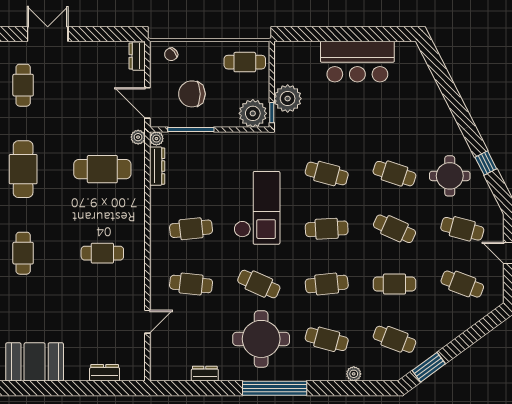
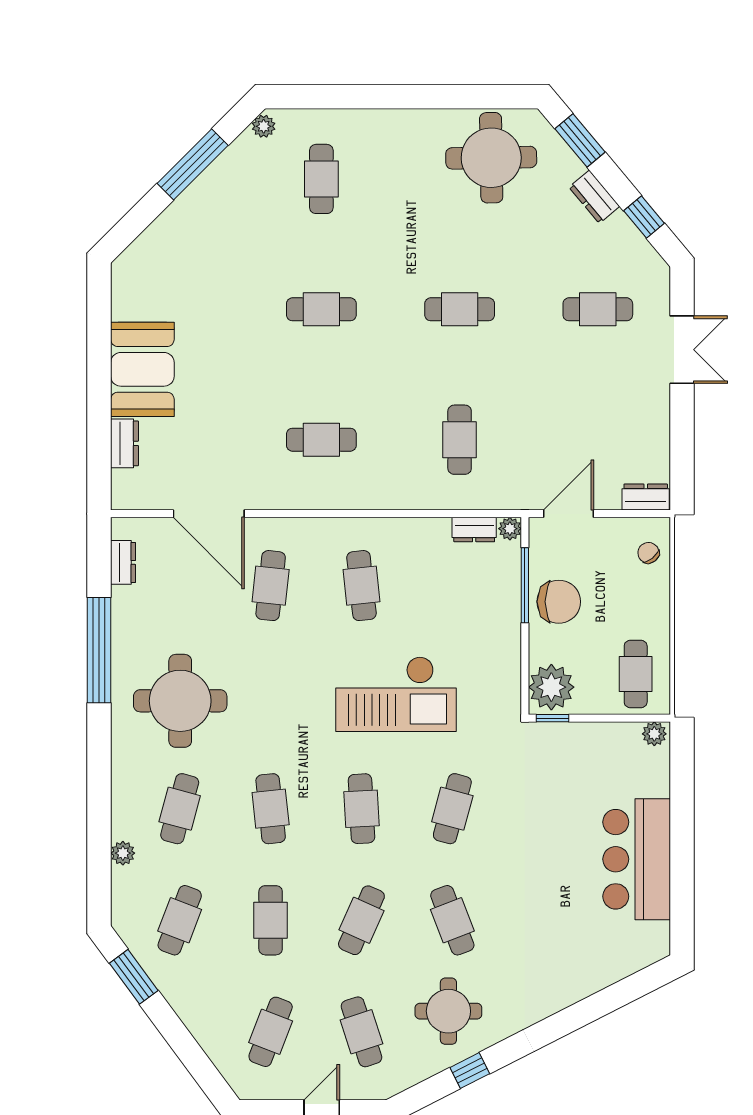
chair: (192, 94) -> (559, 602), moved, turned 90
plant: (288, 99) -> (654, 734), moved, width x0.53, depth x0.53
plant: (138, 137) -> (512, 498), removed
dresser: (157, 166) -> (474, 530), width x0.70
cafe table: (23, 169) -> (460, 309), width x0.73, depth x0.74
cafe table: (102, 169) -> (460, 440), width x0.73, depth x0.74
cafe table: (394, 174) -> (452, 920), turned -39
cafe table: (462, 229) -> (361, 1032), turned -33
cafe table: (102, 253) -> (321, 440), turned 90
cafe table: (259, 284) -> (271, 697), removed
door: (147, 322) -> (209, 514), width x1.88
booth: (35, 362) -> (142, 369), moved
dresser: (205, 374) -> (123, 562), moved
window: (275, 388) -> (99, 650), moved

